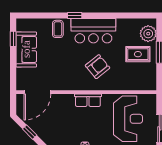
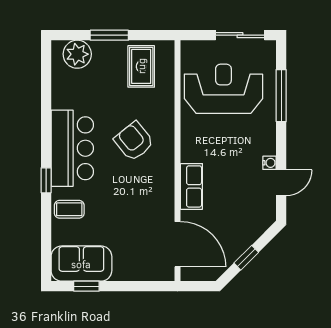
sofa: (26, 49) -> (81, 264), moved
rug: (138, 54) -> (141, 66), moved
row of seats: (88, 100) -> (191, 186), moved

